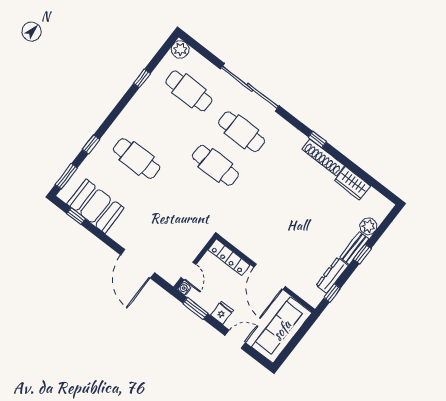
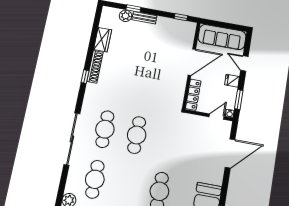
window: (362, 254) -> (133, 9), moved
dresser: (332, 275) -> (170, 23), removed

